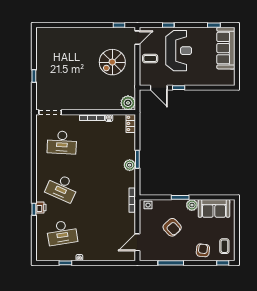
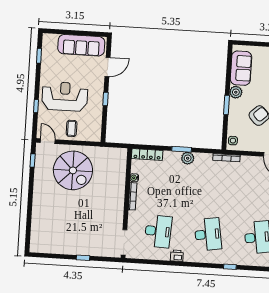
sofa: (226, 48) -> (81, 45), moved
spiral stairs: (112, 62) -> (73, 170), width x1.37, depth x1.37
door: (159, 88) -> (108, 67), moved
plant: (128, 103) -> (119, 156), removed
locker: (131, 123) -> (147, 155), width x1.53
desk: (62, 188) -> (208, 234), turned -33
printer: (41, 208) -> (177, 256), moved

